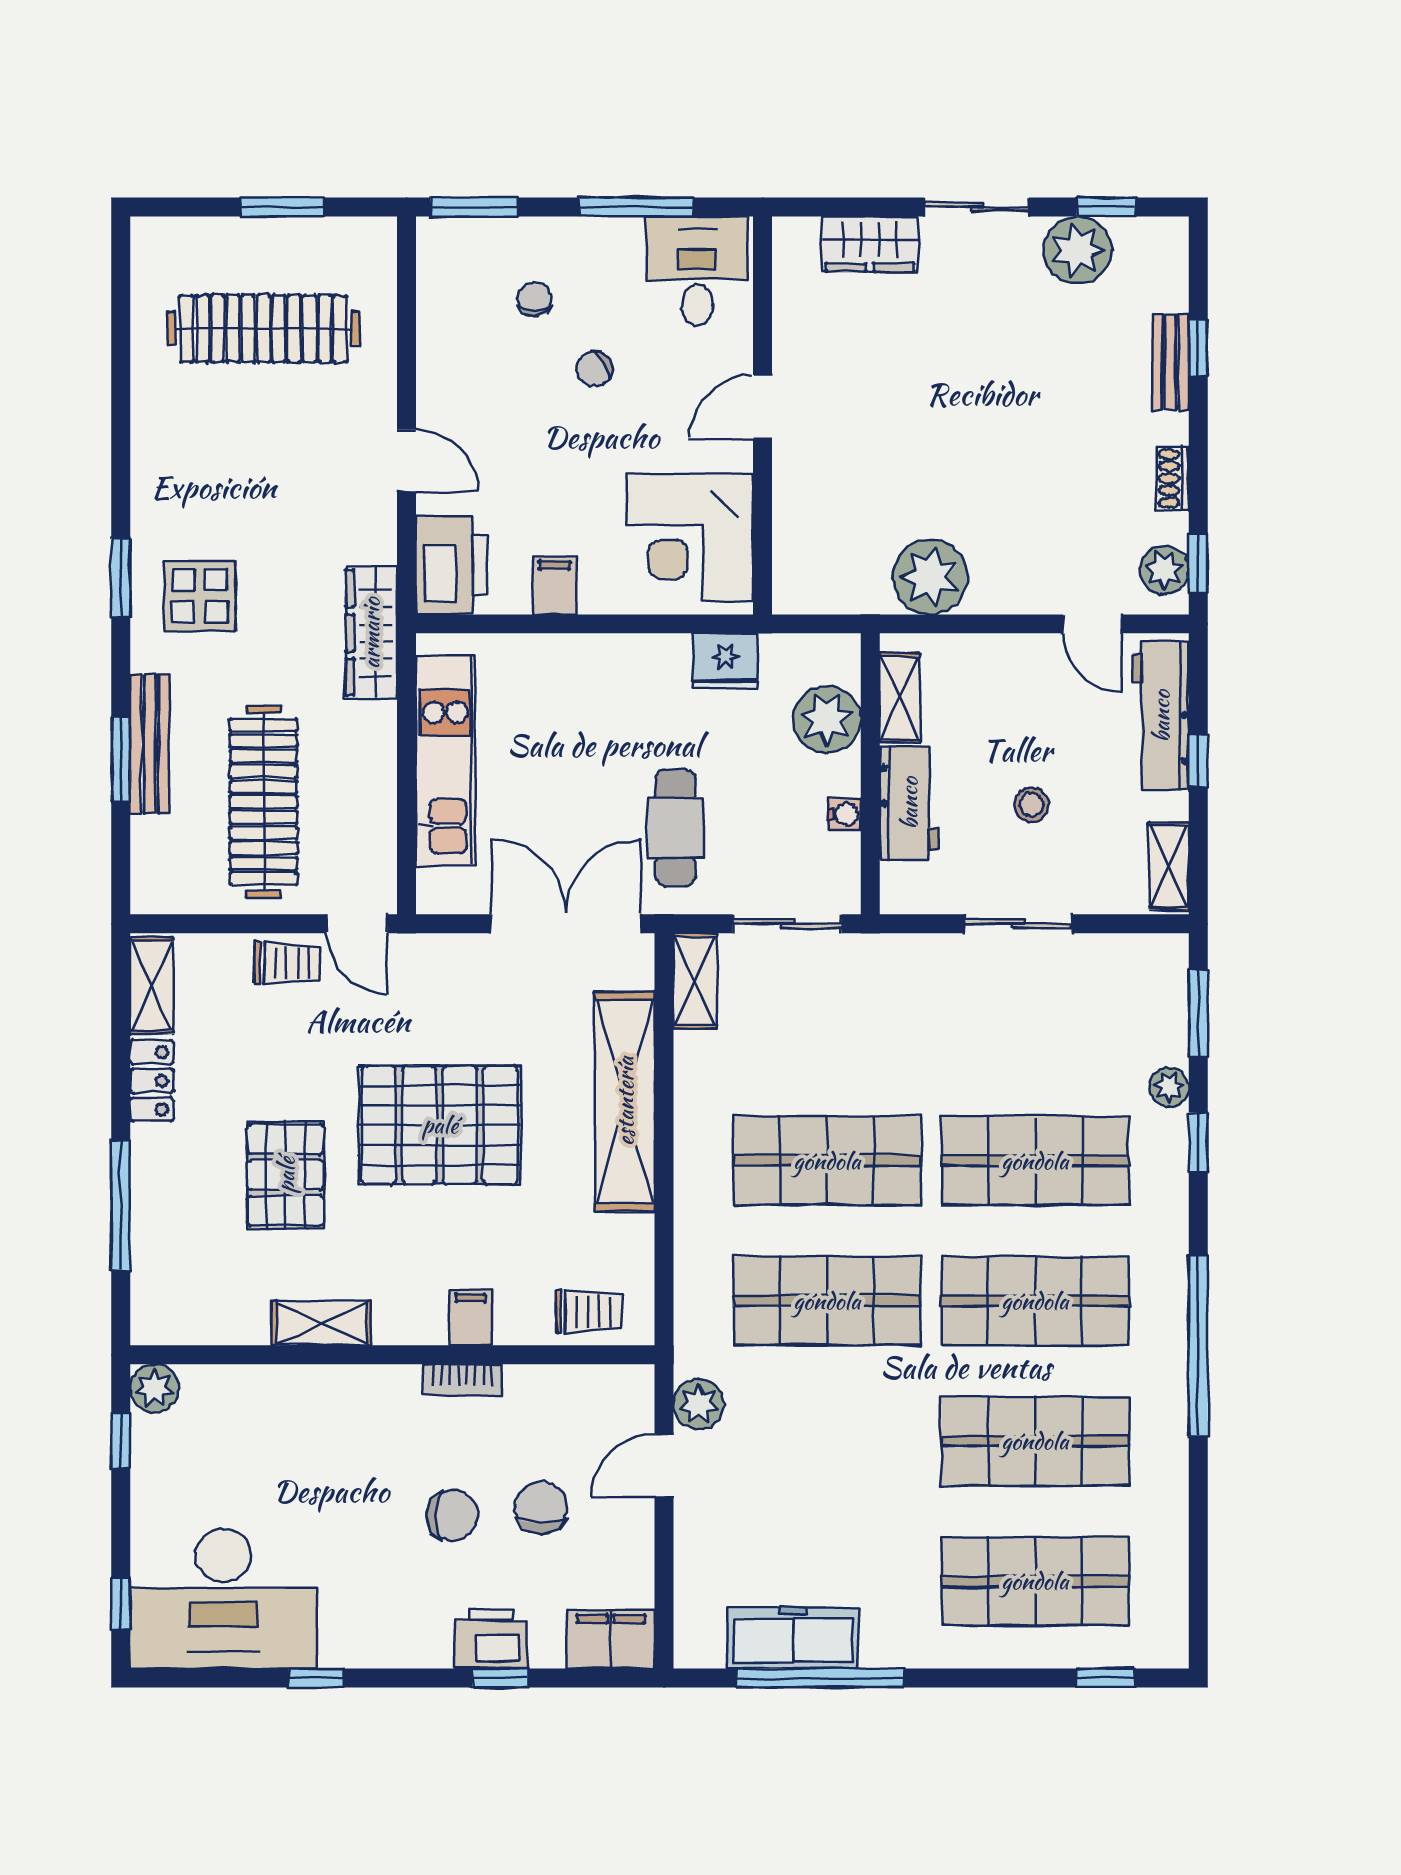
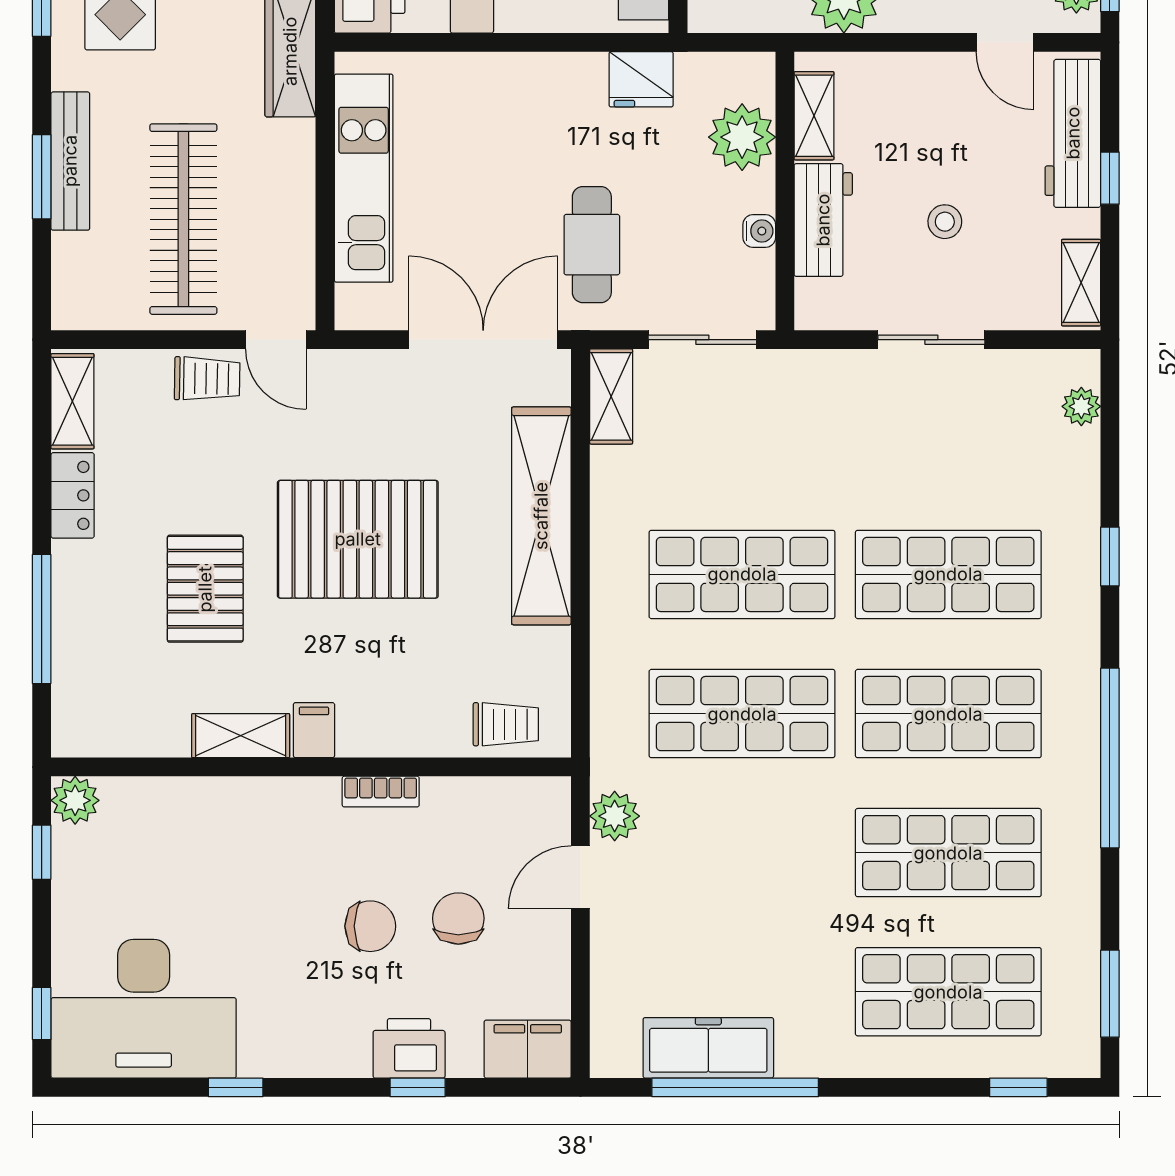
window: (1198, 1013) -> (1110, 994), moved
plant: (1169, 1087) -> (1081, 406), moved
filing cabinet: (470, 1318) -> (314, 730), moved

